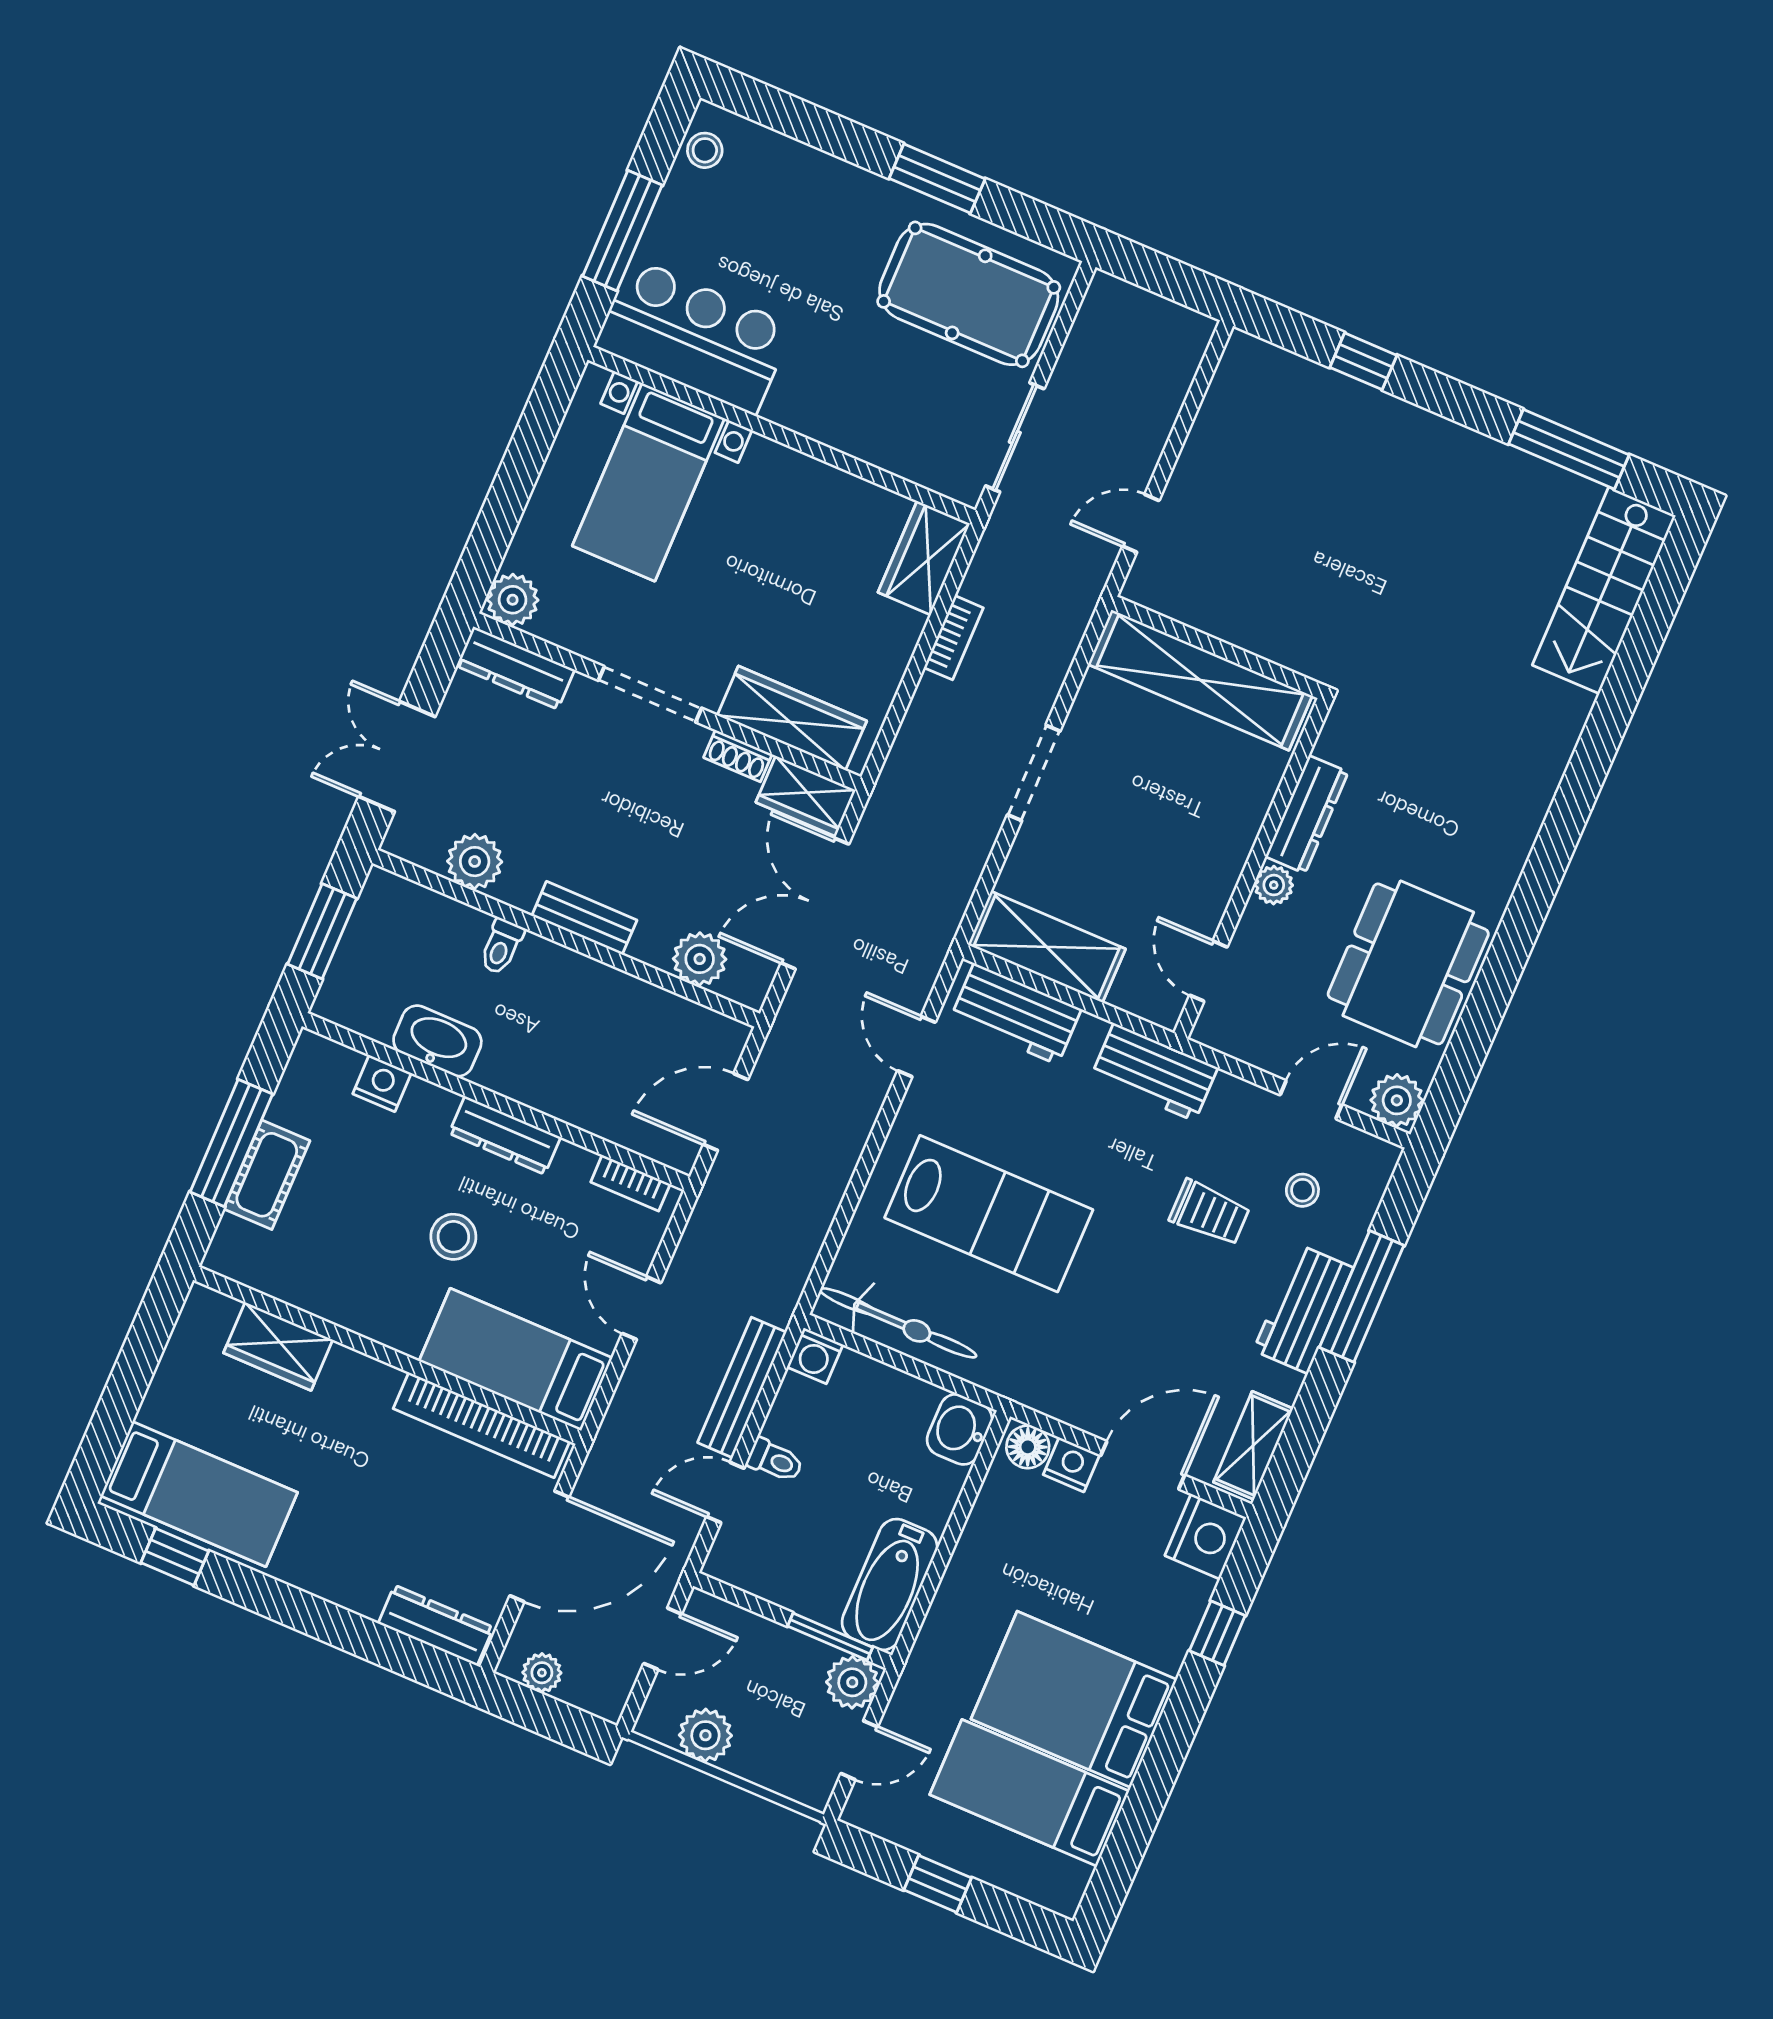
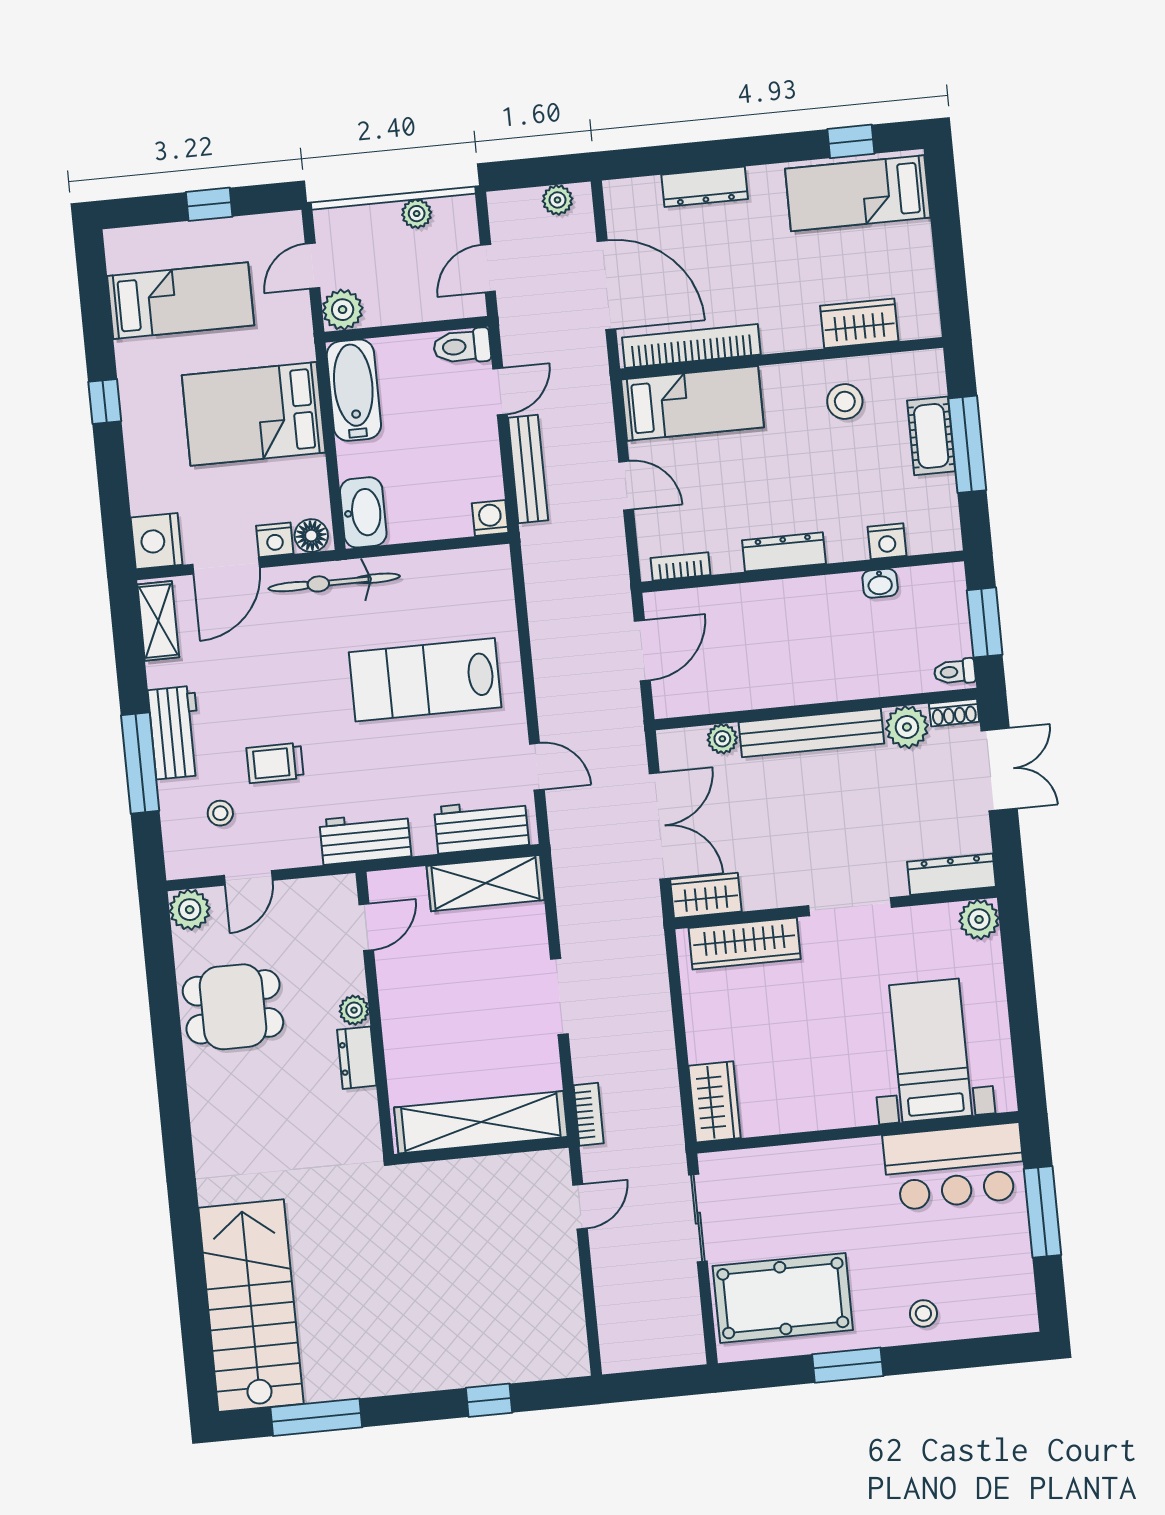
stool: (705, 150) -> (923, 1313), moved
stairs: (1604, 590) -> (251, 1306), width x1.36, depth x1.51
bookcase: (954, 638) -> (589, 1114), moved, turned 180
shoe rack: (738, 756) -> (954, 713), moved, turned 180
dresser: (1307, 814) -> (357, 1058), width x0.70
bench: (584, 918) -> (811, 733), width x1.86, depth x1.21
toilet: (501, 946) -> (955, 672), moved, turned -90
plant: (700, 959) -> (722, 739), width x0.73, depth x0.73
dining table: (1408, 964) -> (233, 1007), width x0.73
door: (1208, 971) -> (366, 927), hinge flipped
washbasin: (437, 1041) -> (880, 583), width x0.52, depth x0.69
stool: (453, 1237) -> (845, 402), moved
bicycle: (898, 1323) -> (334, 582), moved
washbasin: (960, 1429) -> (363, 512), width x1.38
toilet: (775, 1460) -> (462, 346), moved, width x1.37, depth x1.39
door: (539, 1546) -> (606, 285), swing flipped
dresser: (436, 1625) -> (705, 187), moved
window: (1217, 1633) -> (105, 402), moved
window: (830, 1637) -> (375, 332), removed
bed: (1074, 1699) -> (254, 414), moved, turned 180
plant: (705, 1735) -> (417, 214), width x0.73, depth x0.73

